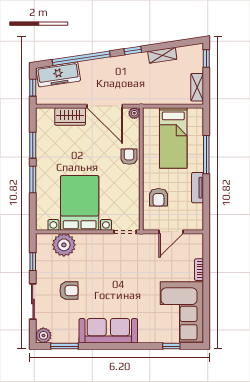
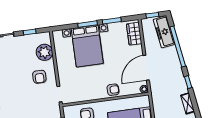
wardrobe: (70, 116) -> (134, 34), moved
bed with nightstands: (80, 203) -> (87, 46), moved, turned 90
armchair: (69, 291) -> (39, 77), moved

